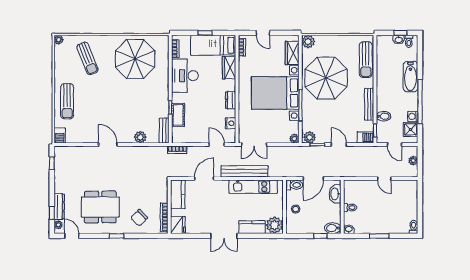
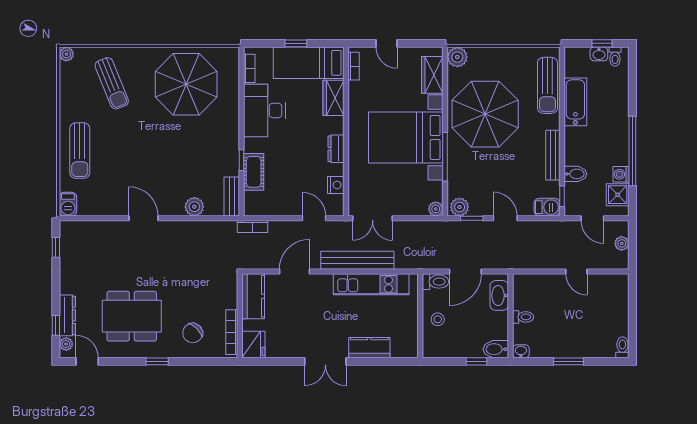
bathtub: (410, 77) -> (575, 102), moved, turned 180
plant: (275, 225) -> (405, 344), removed

